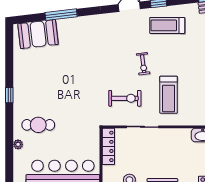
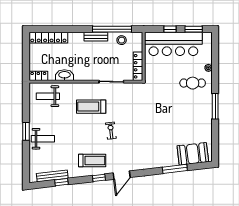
window: (9, 95) -> (215, 106), width x2.17
treadmill: (169, 95) -> (91, 107), turned -90
exercise bike: (125, 98) -> (125, 104), removed

